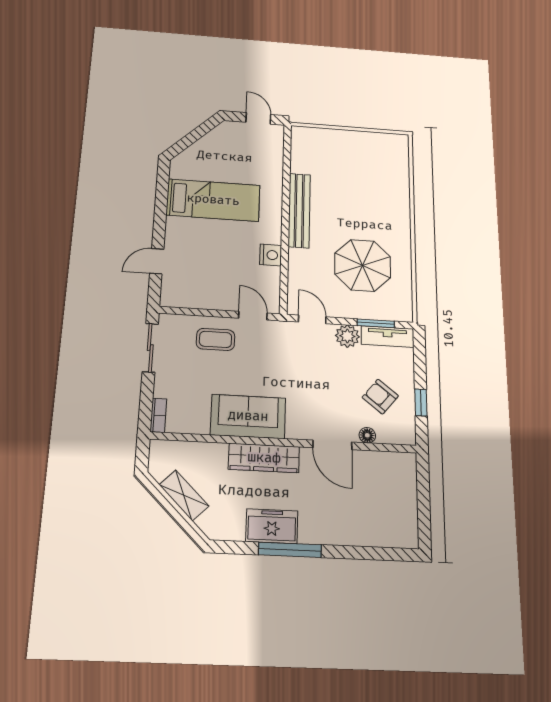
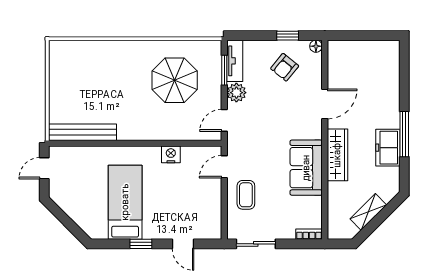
bench: (299, 210) -> (82, 132), moved
window: (160, 214) -> (141, 244), added
floor lamp: (367, 435) -> (316, 46), moved

